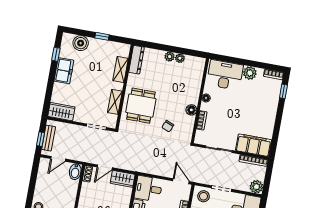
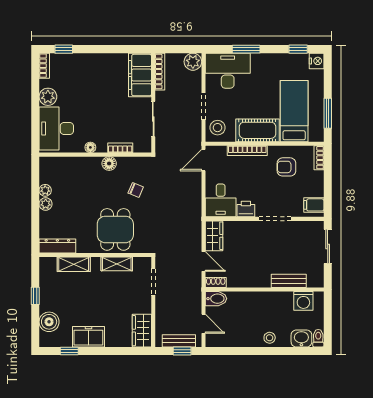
dining table: (141, 106) -> (115, 229), turned 90

